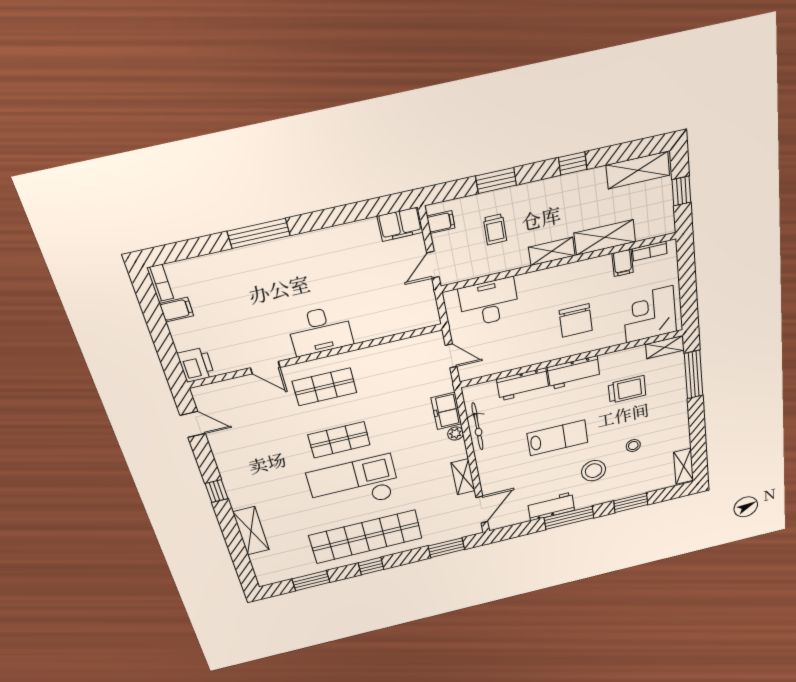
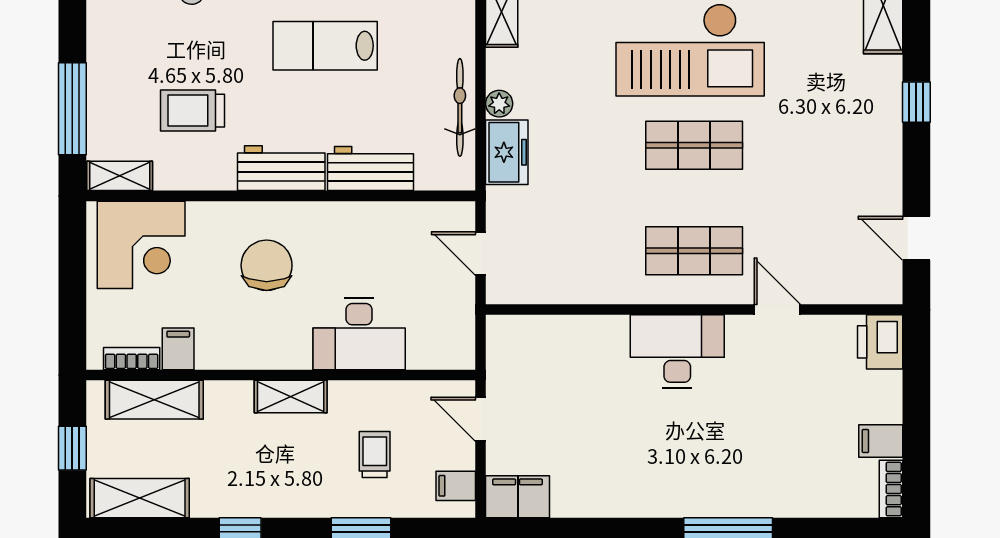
shelving: (605, 237) -> (154, 400), moved
door: (433, 265) -> (481, 419), swing flipped
desk: (489, 302) -> (359, 334), moved

